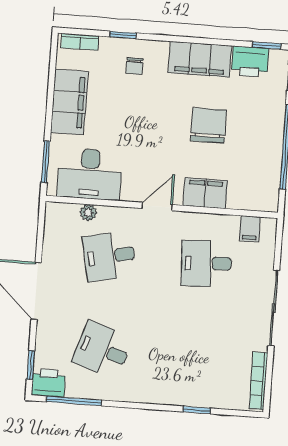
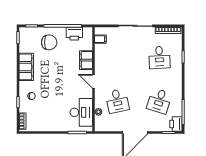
printer: (250, 62) -> (74, 34), moved, turned 90
filing cabinet: (69, 102) -> (50, 124), removed
chair: (208, 125) -> (49, 42), moved, turned 180
desk: (206, 263) -> (159, 57), moved

